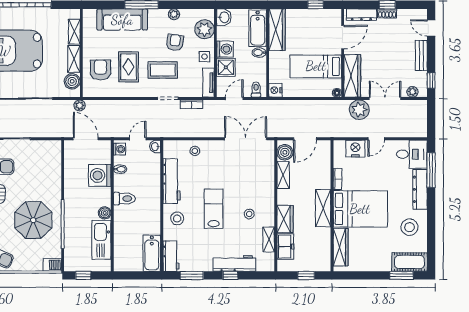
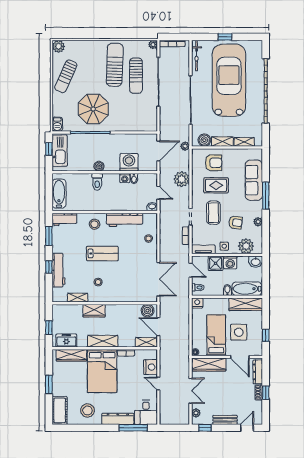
side table: (312, 38) -> (239, 332), added
plant: (359, 110) -> (182, 179), moved
washing machine: (120, 149) -> (125, 178), moved
shelving: (283, 175) -> (146, 342), moved
toilet: (124, 199) -> (97, 182), moved
kitchen sink: (101, 240) -> (60, 151), moved, turned 90
freezer: (285, 247) -> (66, 341), moved, turned 180
bathtub: (152, 253) -> (59, 194), moved, turned 90
window: (401, 275) -> (49, 384), moved

